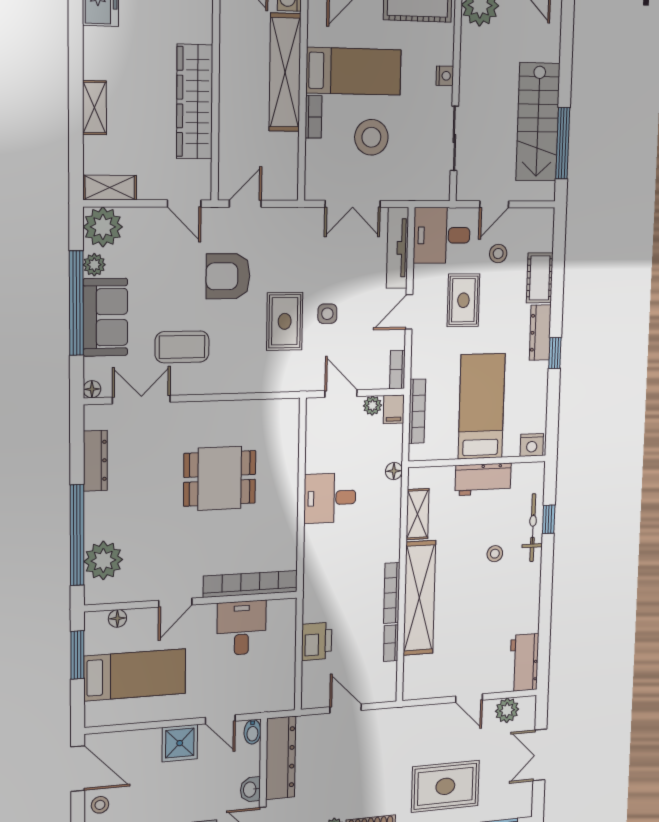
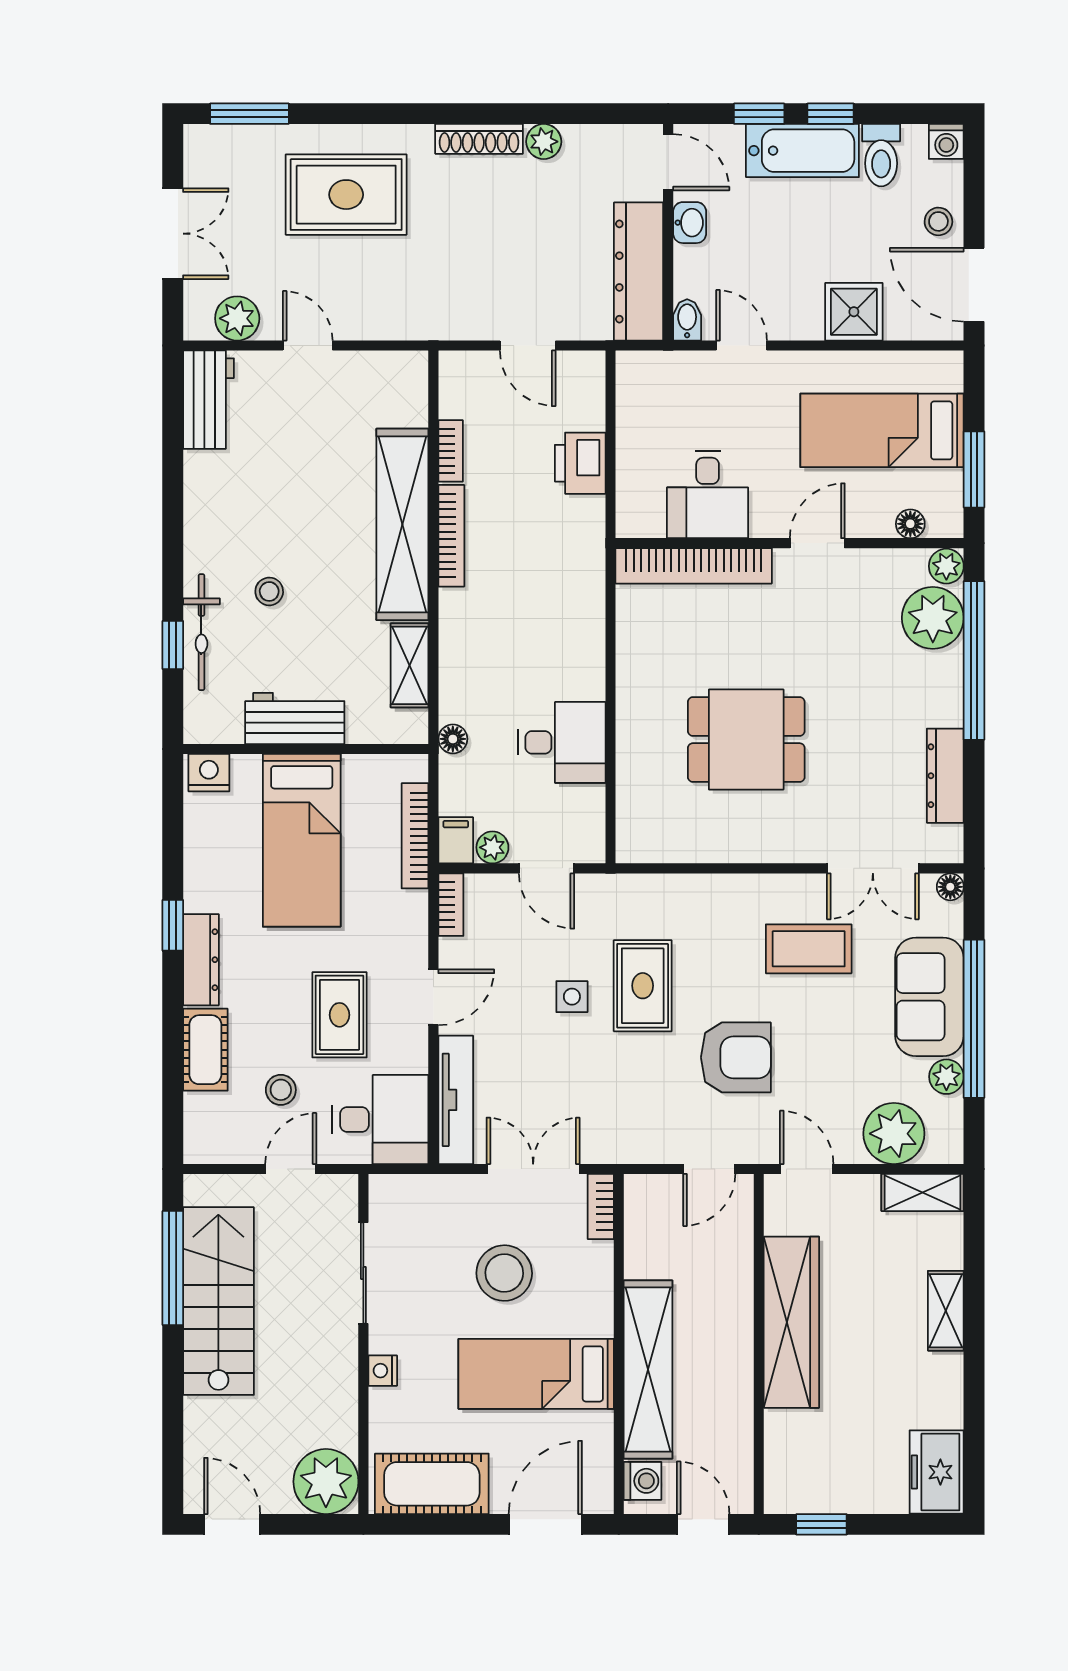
bookcase: (313, 117) -> (601, 1207), moved
plant: (103, 227) -> (894, 1134), moved
desk: (330, 498) -> (562, 742), moved
plant: (95, 593) -> (946, 566), added
shower: (180, 743) -> (854, 312), moved

